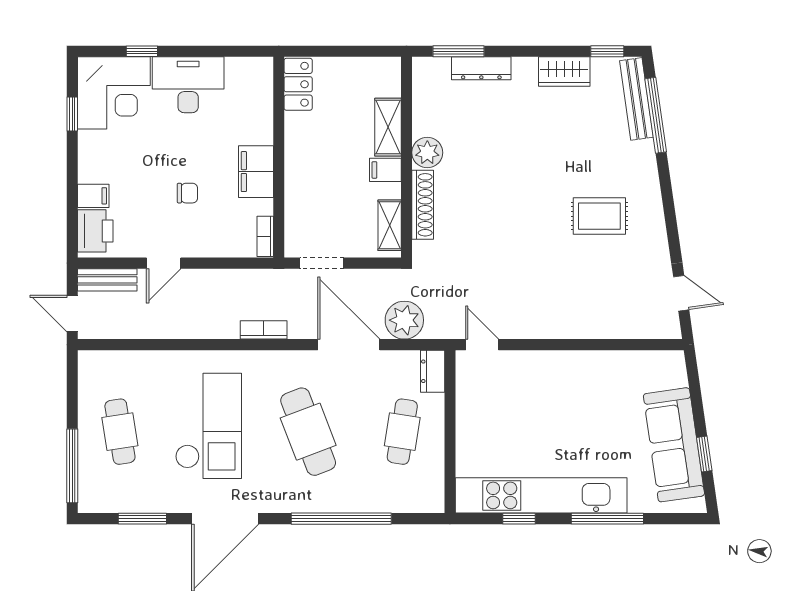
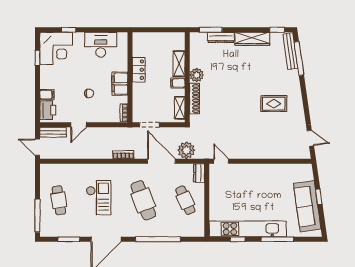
wardrobe: (564, 72) -> (252, 39), width x1.50
locker: (298, 84) -> (139, 70), moved
desk: (188, 85) -> (101, 45), moved
checkout: (208, 426) -> (98, 198), width x0.73, depth x0.83
cafe table: (402, 432) -> (185, 200), turned -33
window: (704, 454) -> (319, 197), moved

